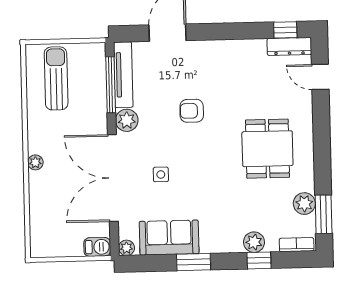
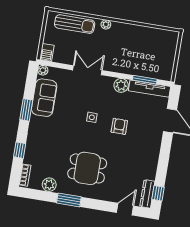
sun lounger: (56, 78) -> (75, 24), moved
window: (111, 85) -> (145, 80), width x0.69
side table: (161, 174) -> (92, 117), moved
double door: (113, 178) -> (87, 70), width x0.54
window: (324, 214) -> (69, 200), moved
plant: (254, 242) -> (31, 149), removed

